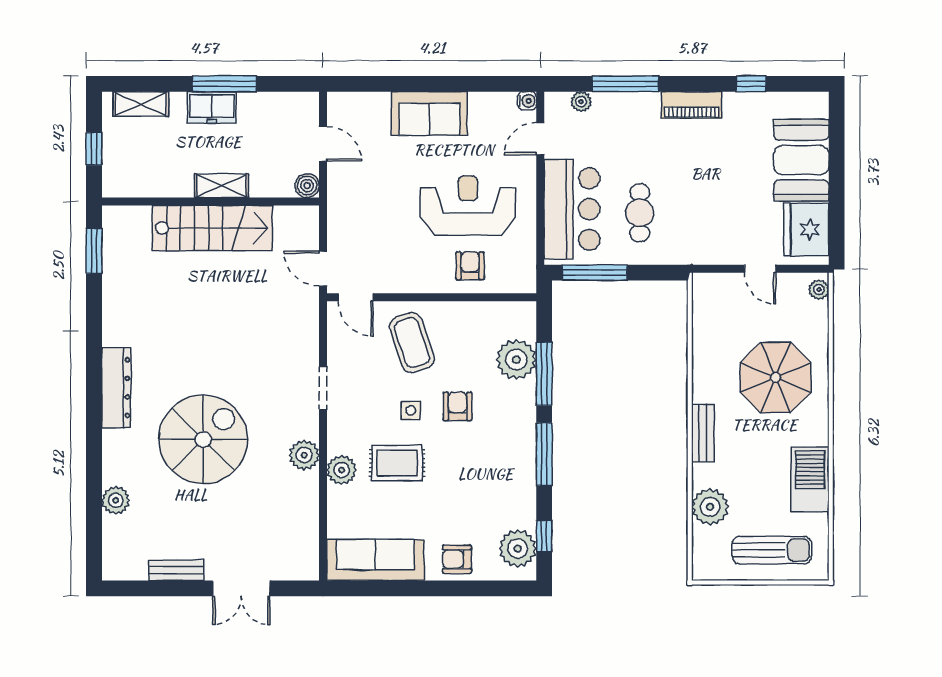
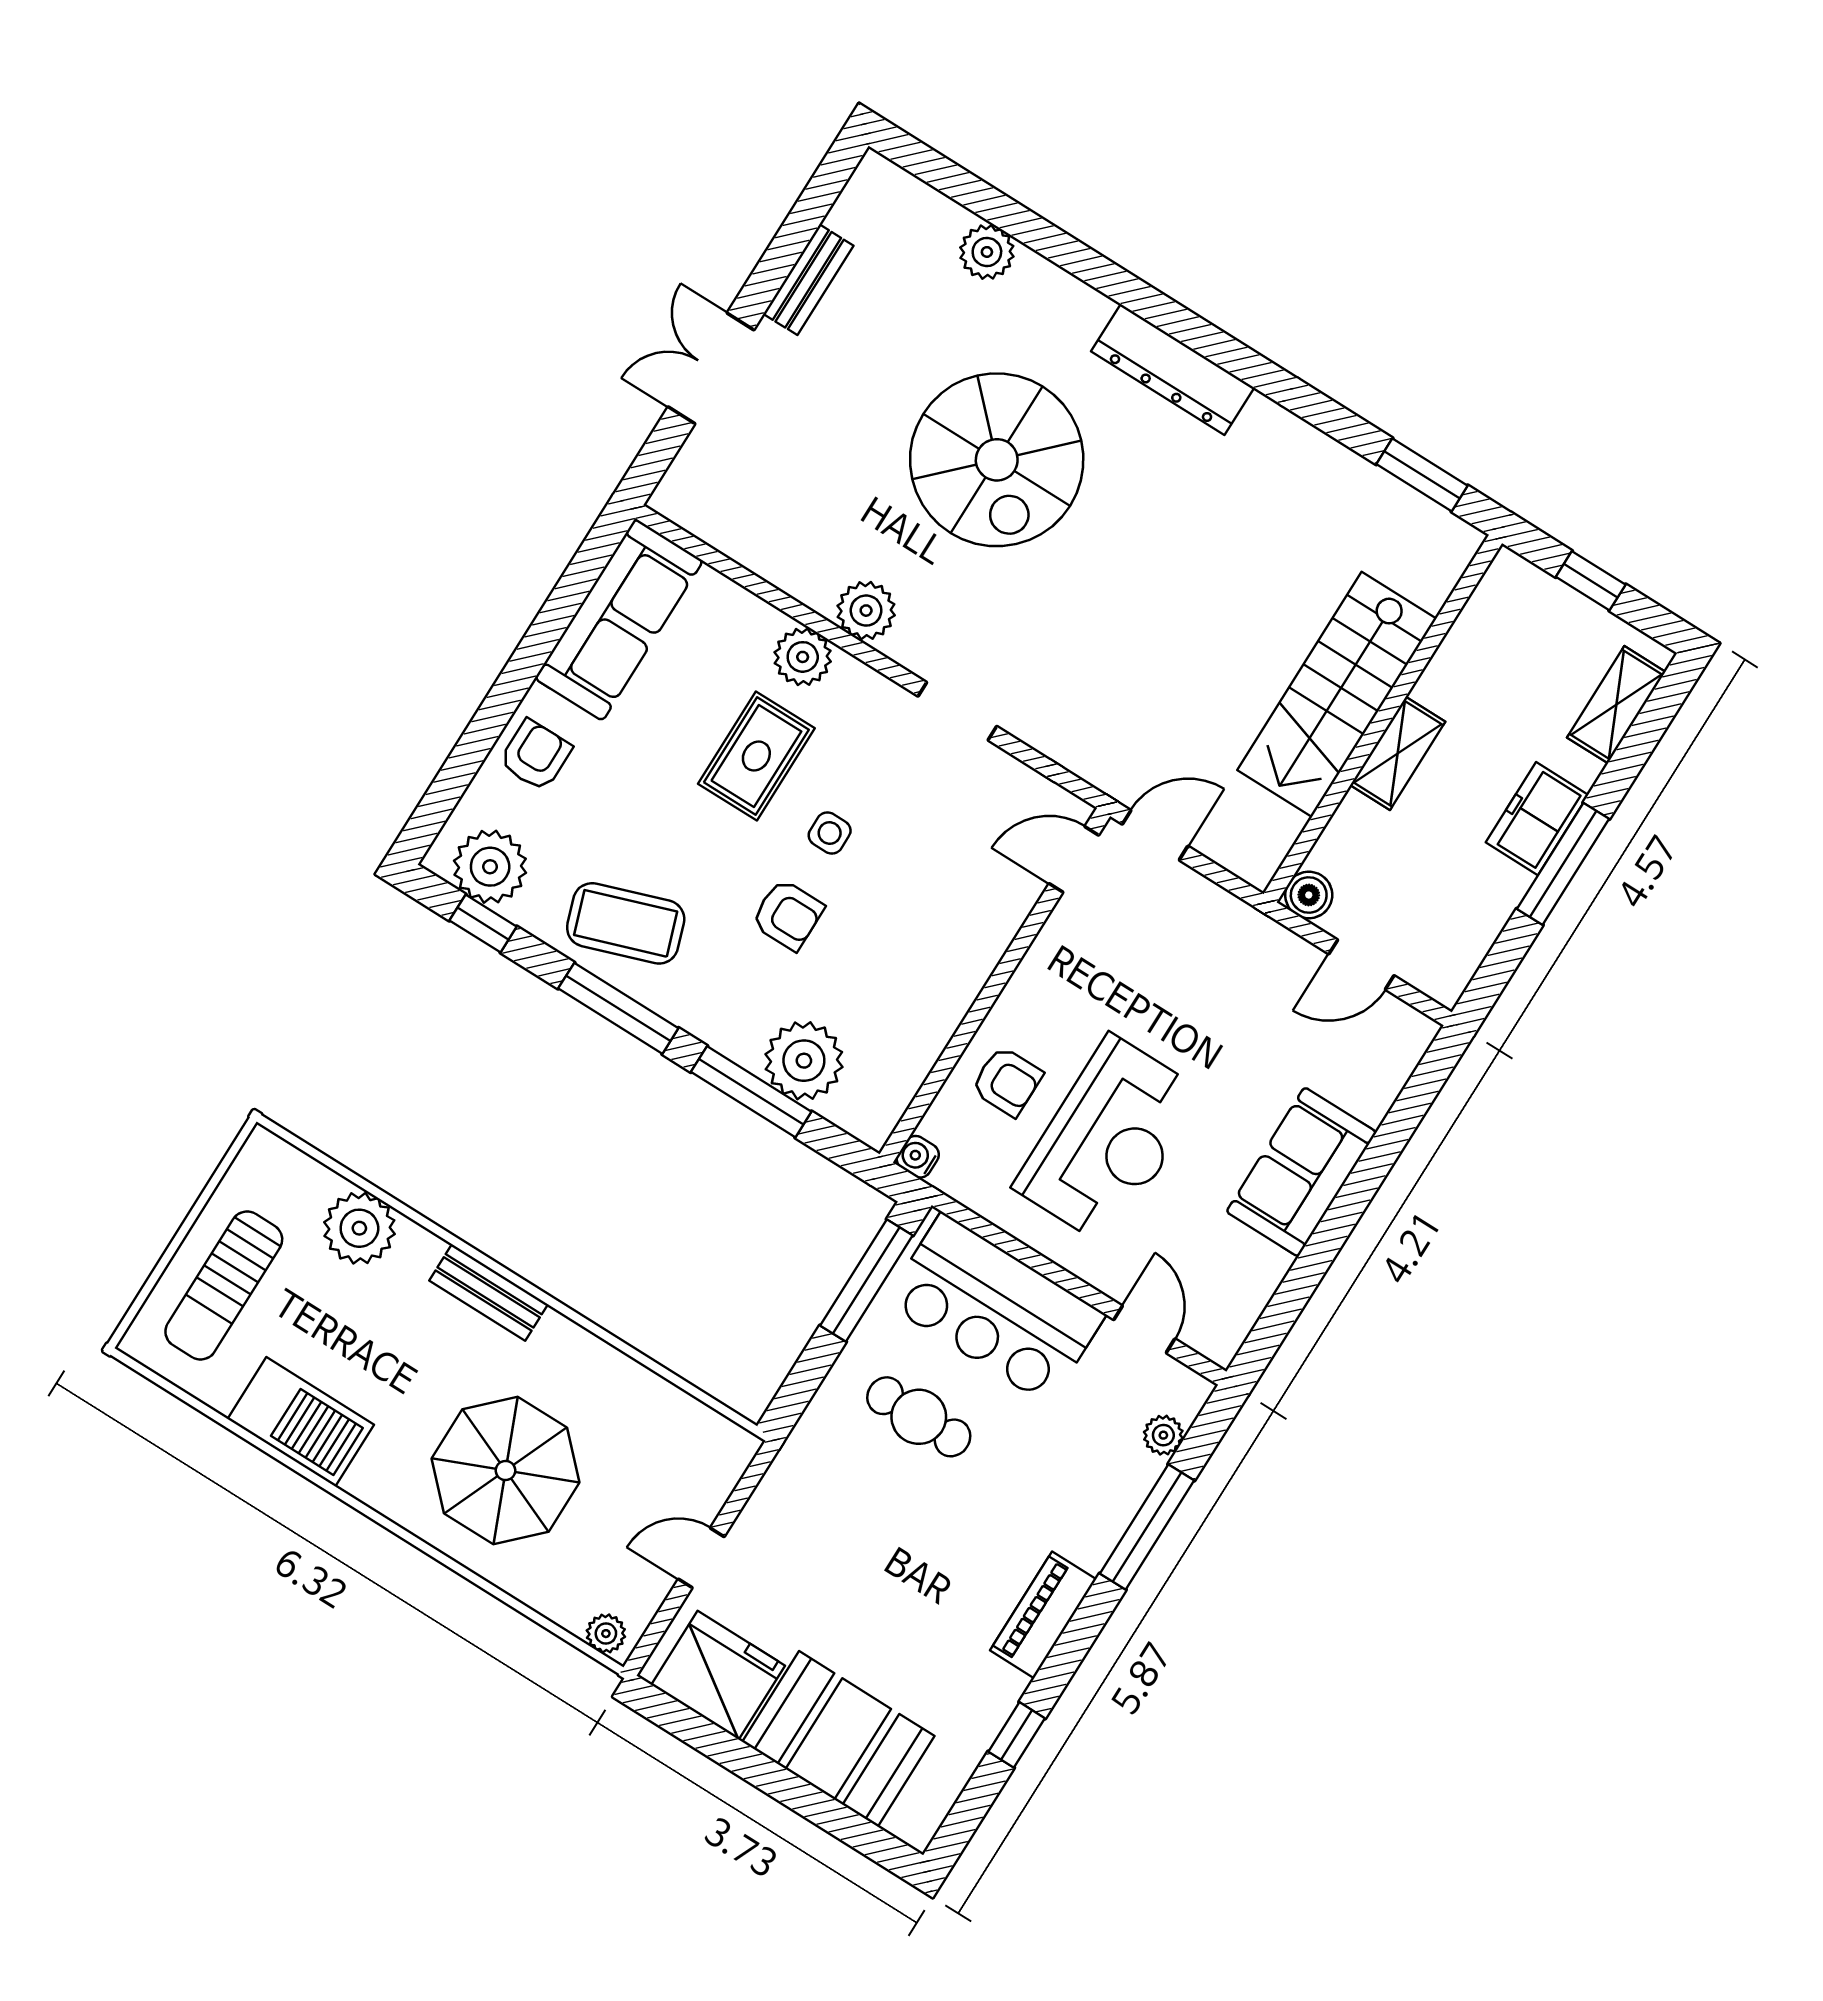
water cooler: (527, 101) -> (918, 1157), moved, turned 90
coffee table: (412, 343) -> (626, 923), moved

